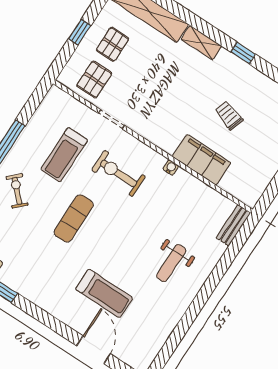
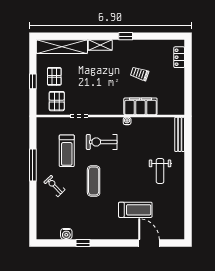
bench: (233, 225) -> (180, 134), width x1.36

